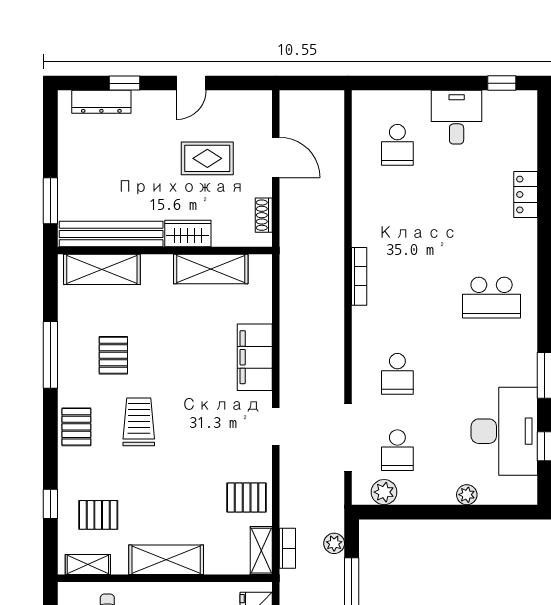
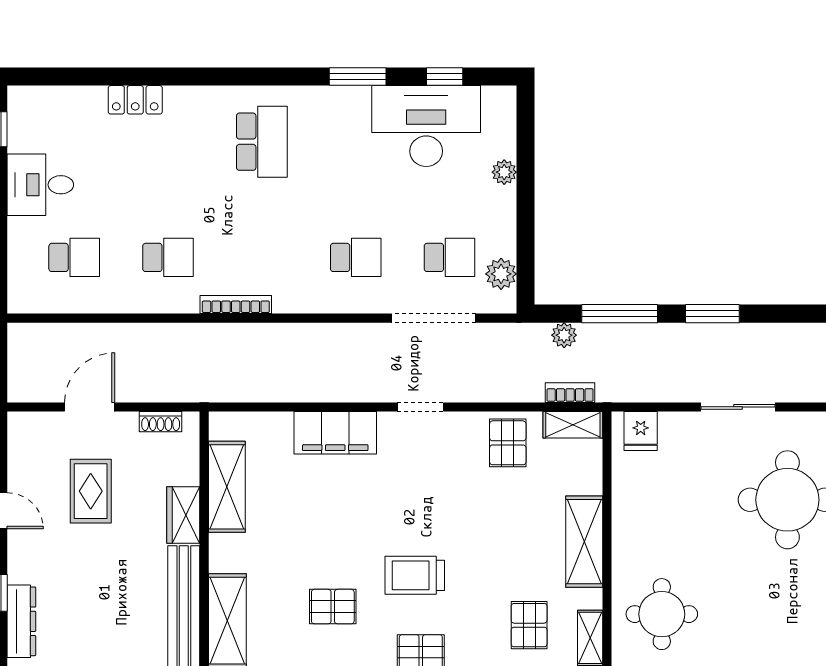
school desk: (397, 221) -> (168, 257), added

